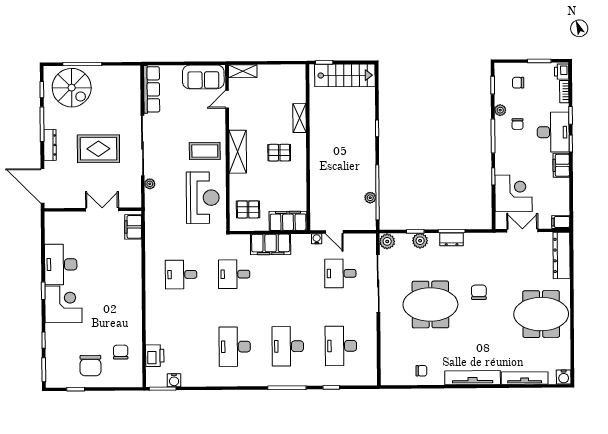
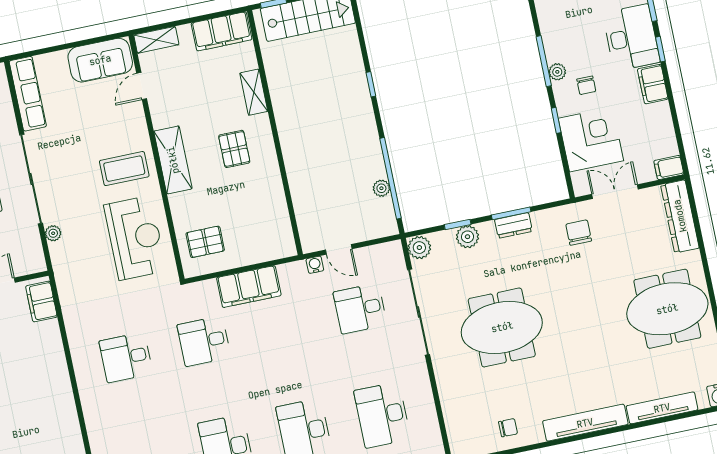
plant: (500, 110) -> (557, 72), moved
chair: (518, 124) -> (586, 85), moved
pallet: (279, 153) -> (234, 149), turned 90
filing cabinet: (288, 221) -> (222, 31), moved, turned 180
chair: (479, 292) -> (579, 233), moved

